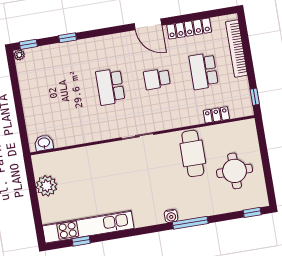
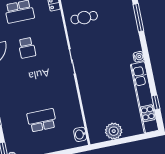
school desk: (110, 87) -> (42, 120), moved, turned 180
cafe table: (193, 153) -> (84, 18), width x0.73, depth x0.74
water cooler: (171, 216) -> (139, 57), moved

